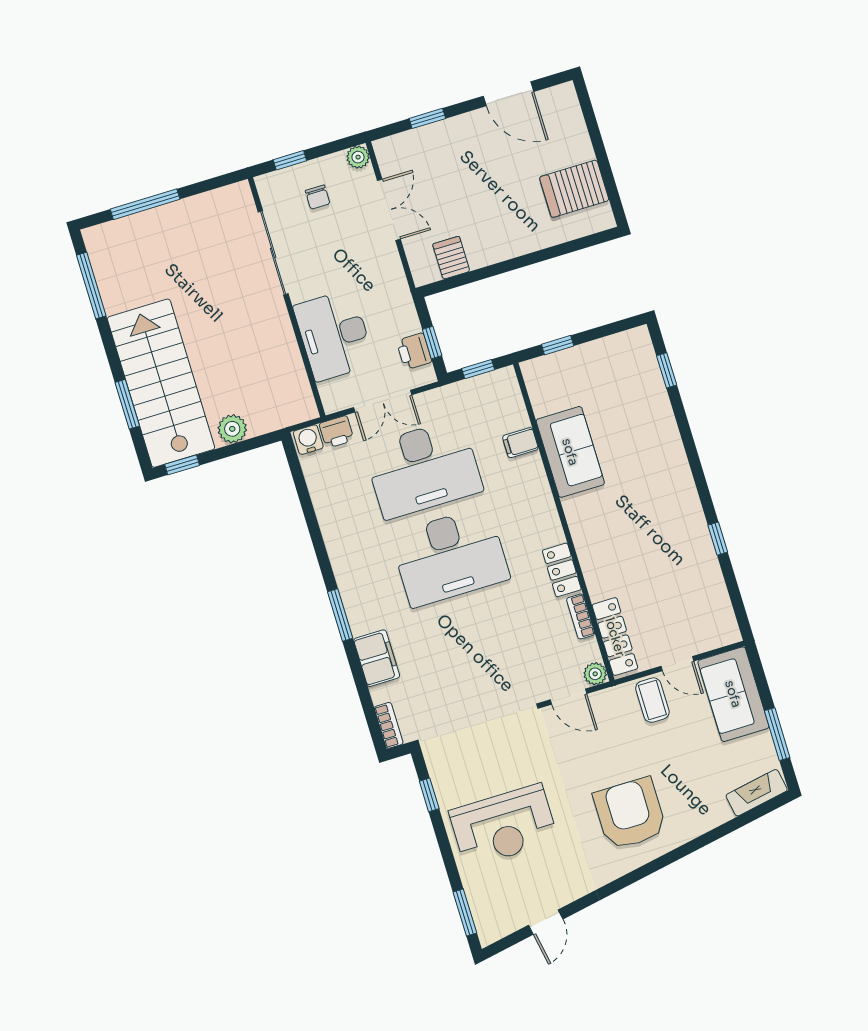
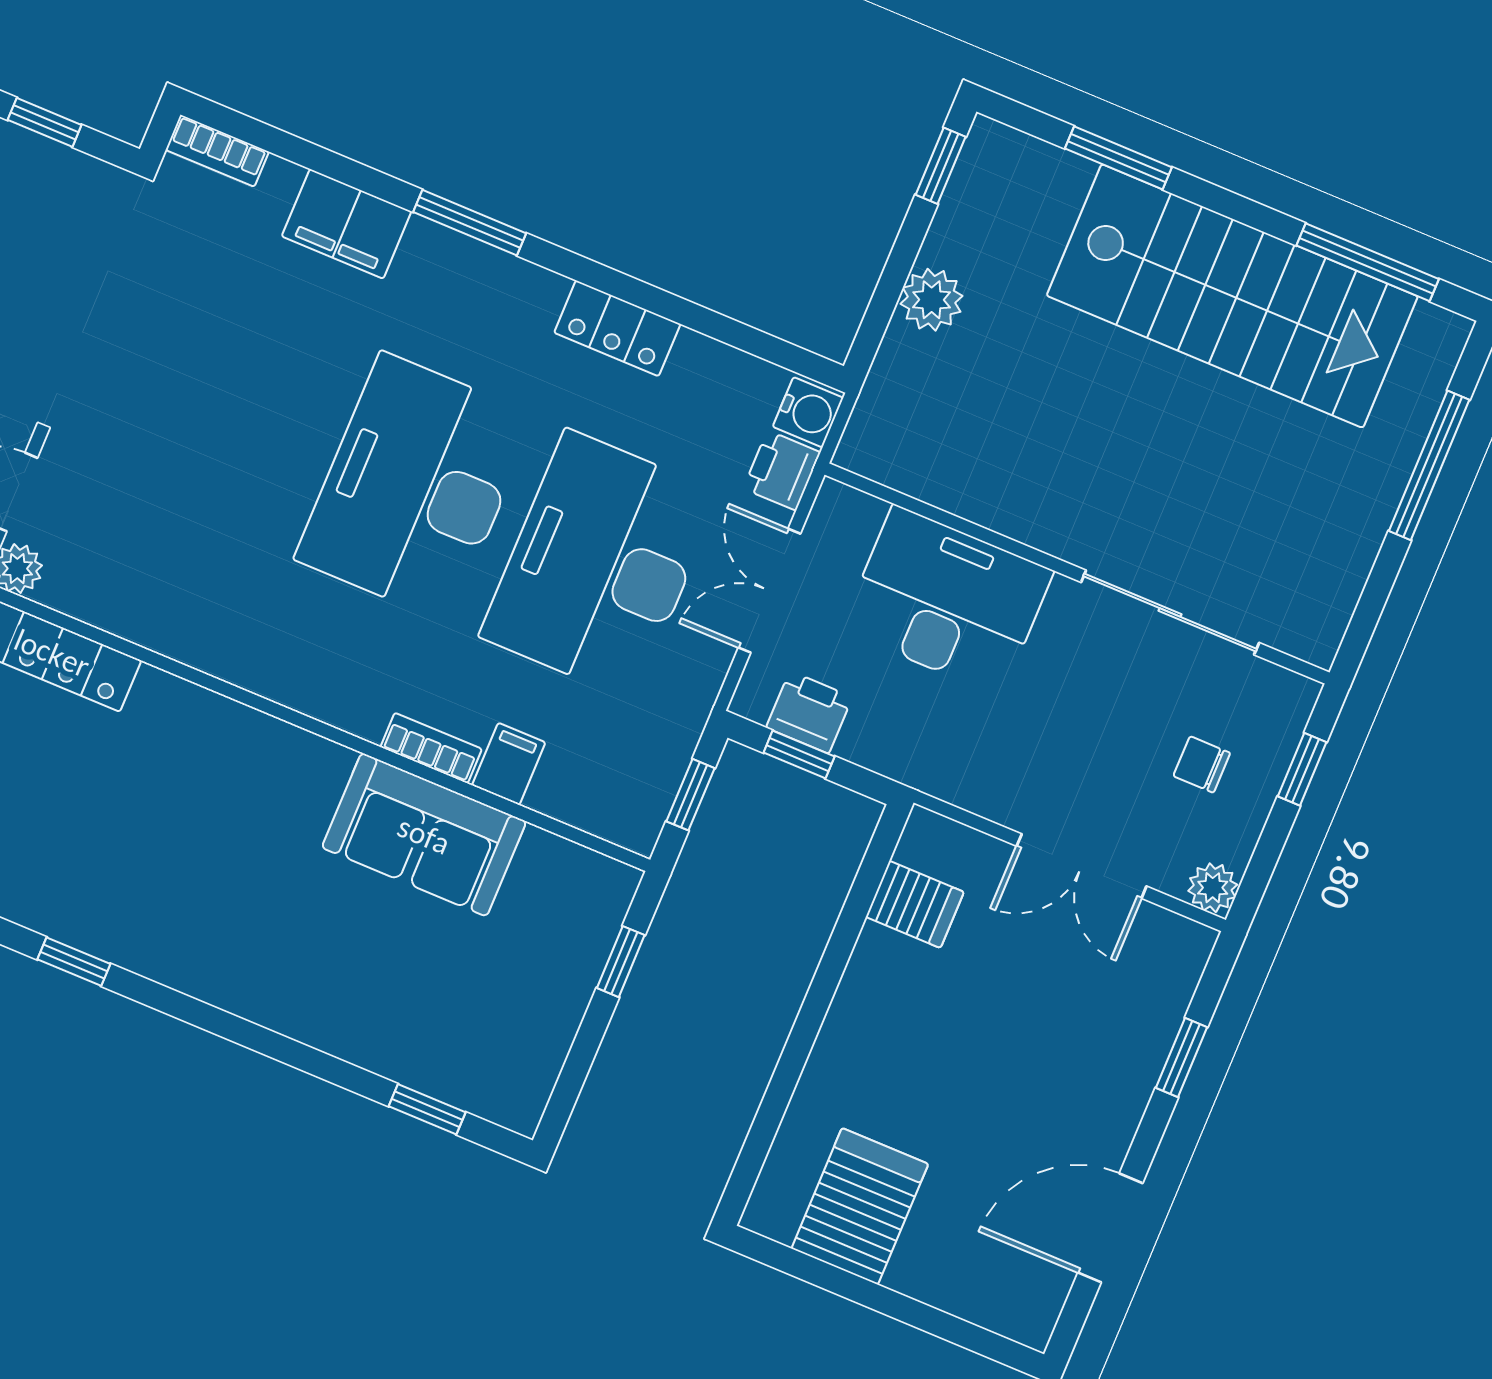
stairs: (161, 383) -> (1232, 296), moved
locker: (562, 570) -> (617, 328), moved, turned 180
bookcase: (581, 616) -> (431, 748), moved

